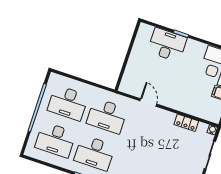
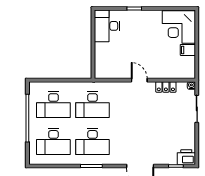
desk: (167, 45) -> (107, 26), moved, turned -90
door: (148, 102) -> (139, 80), moved

